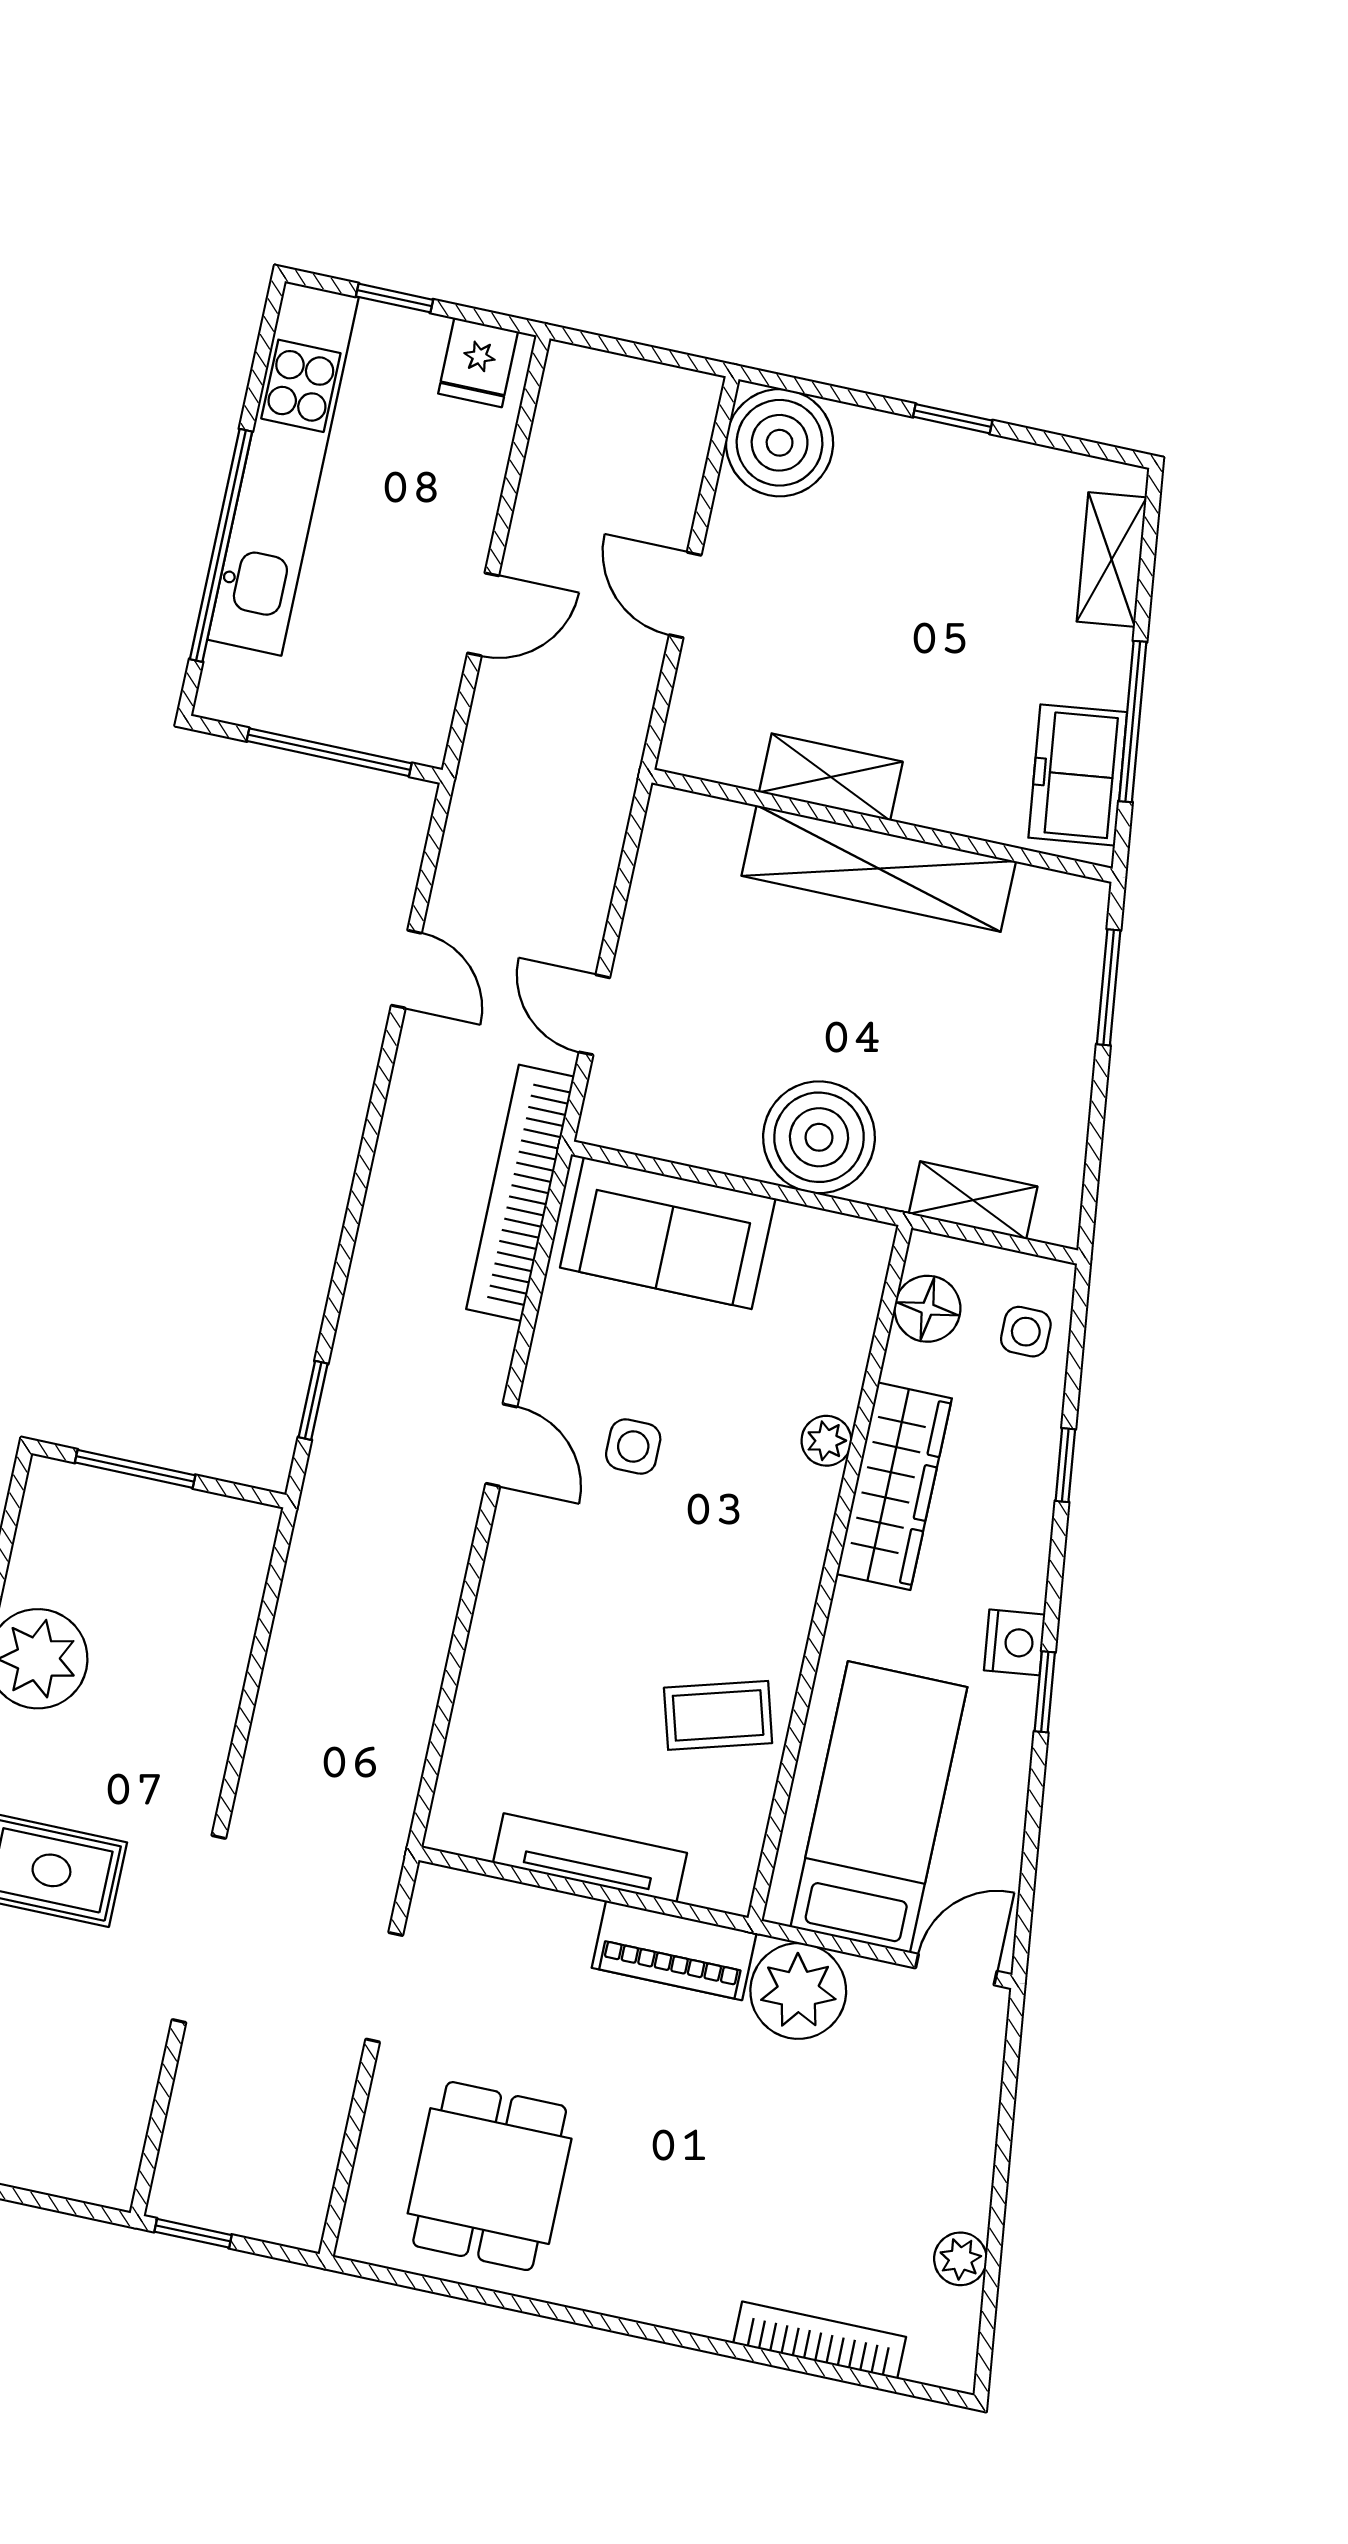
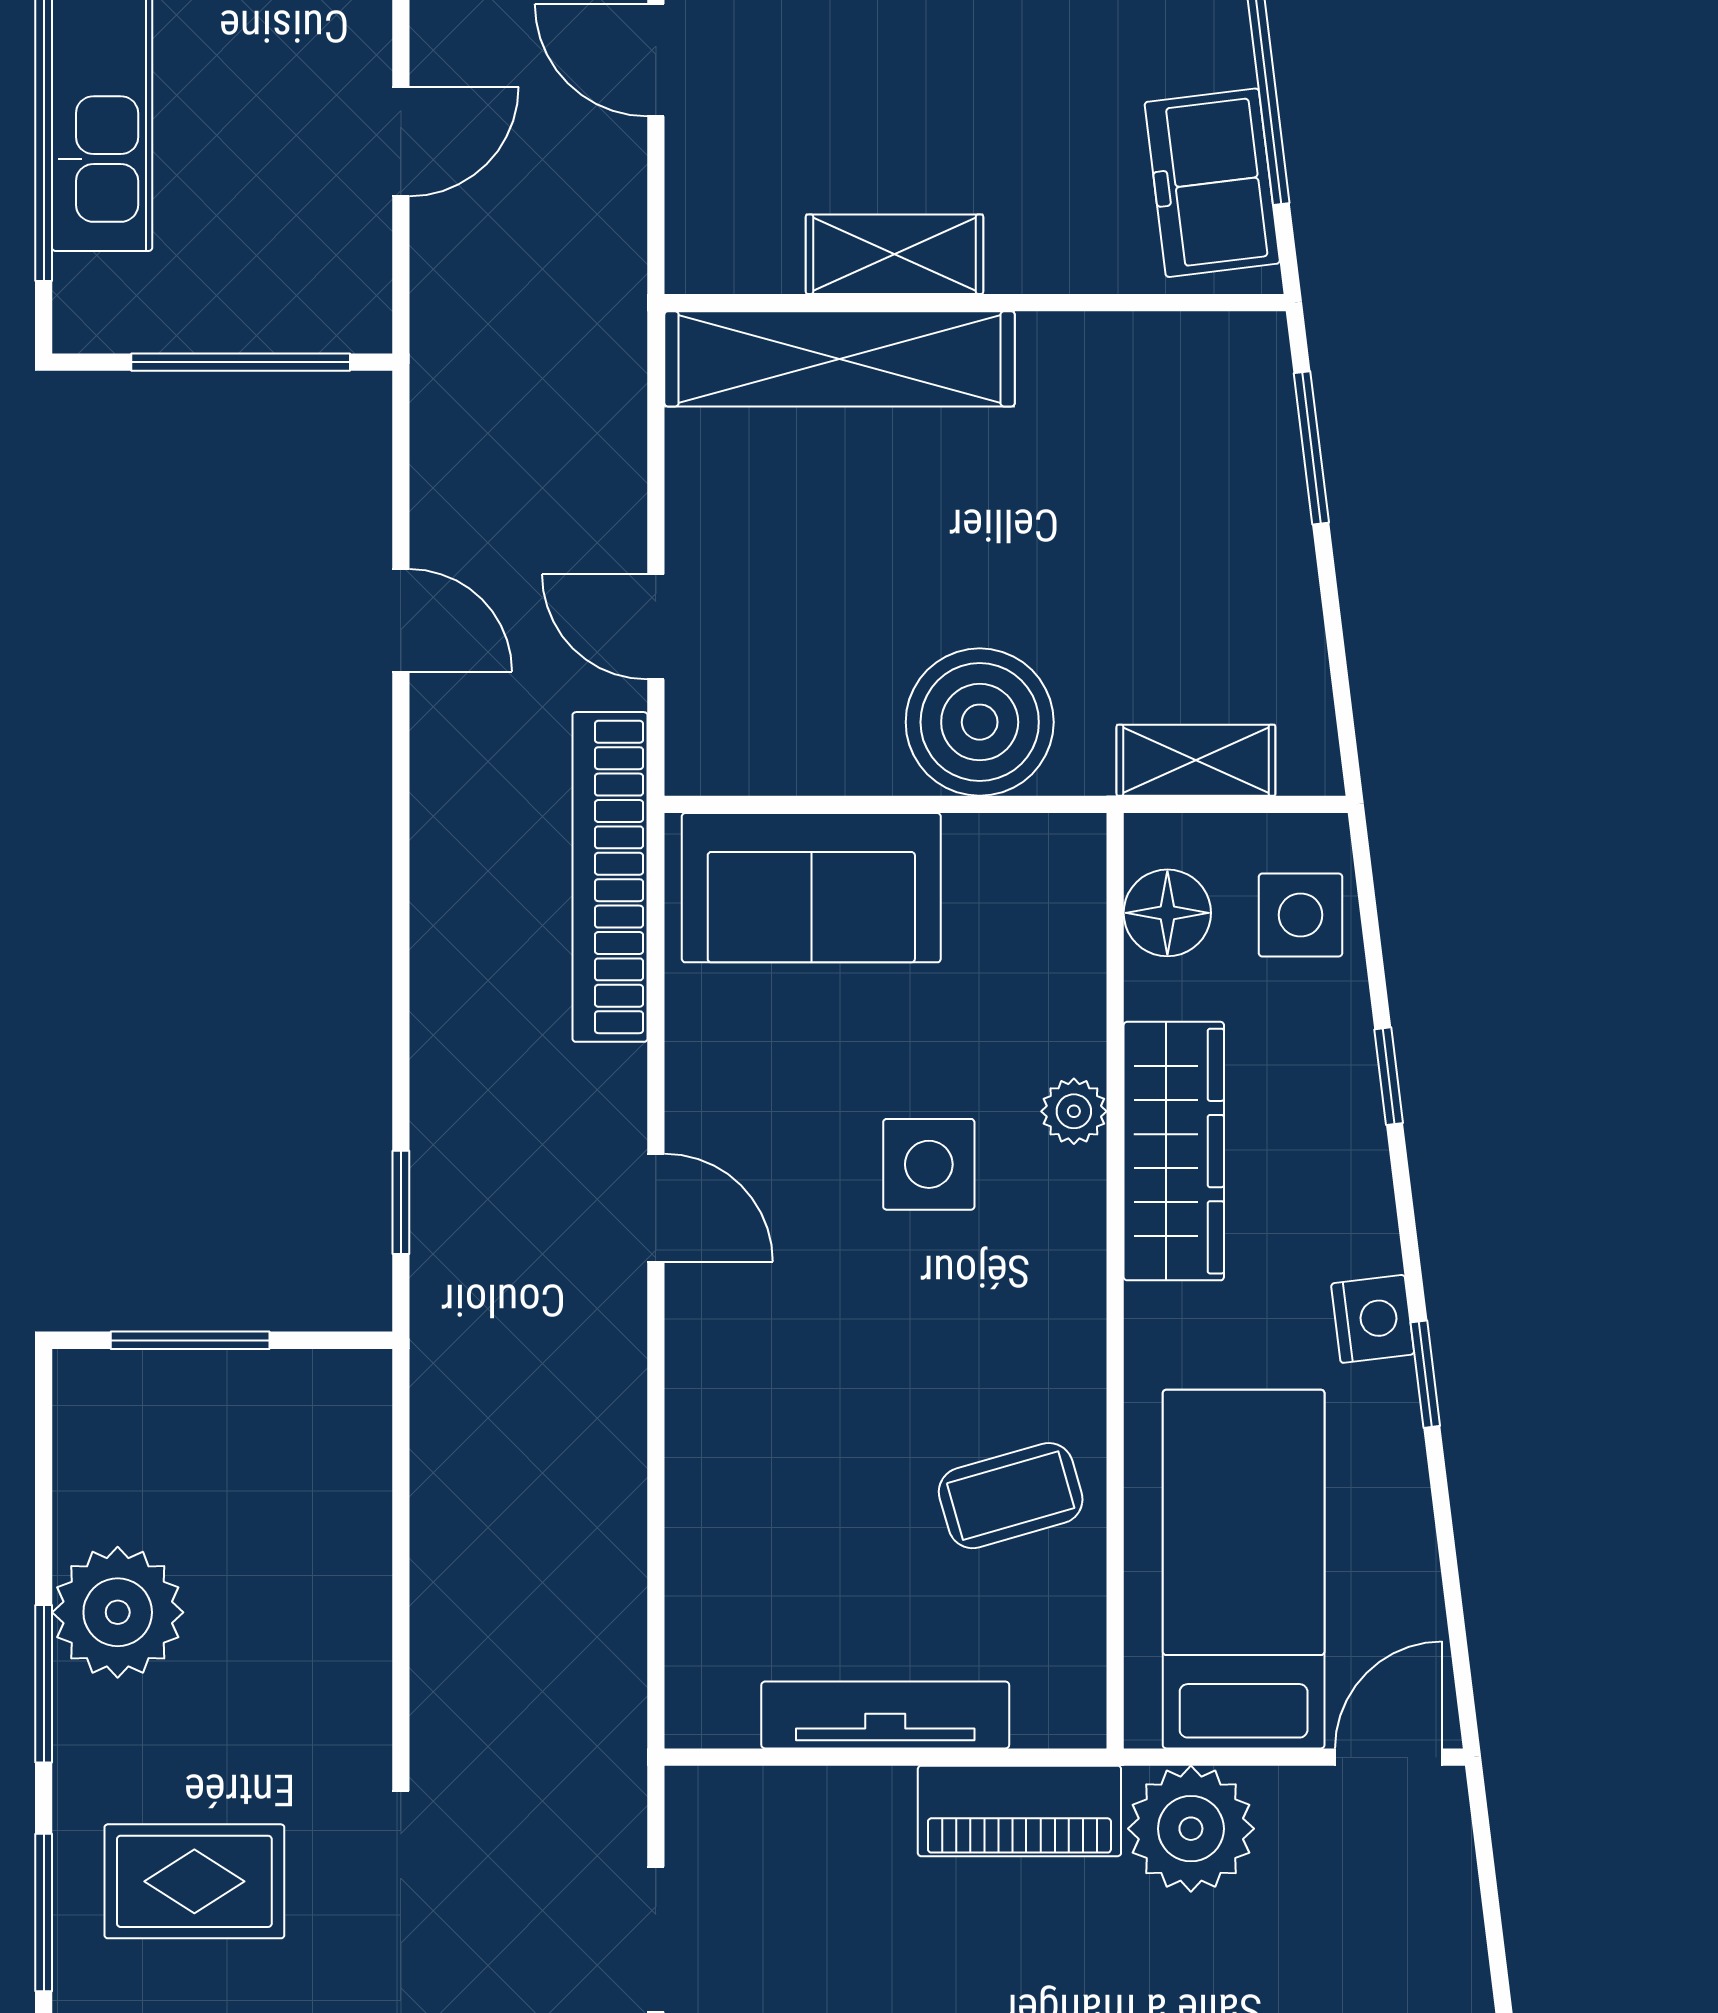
shelving: (879, 868) -> (840, 359), moved
side table: (1026, 1332) -> (1301, 915), width x1.37, depth x1.37
side table: (633, 1446) -> (929, 1164), moved, width x1.37, depth x1.37

